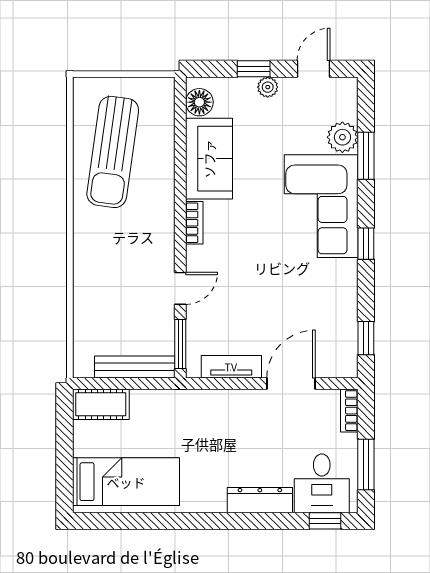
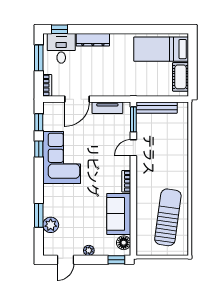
window: (254, 69) -> (116, 260), moved
corner sofa: (321, 206) -> (62, 157), moved
window: (366, 244) -> (39, 149), moved
cot: (101, 404) -> (181, 77), moved, turned 90

